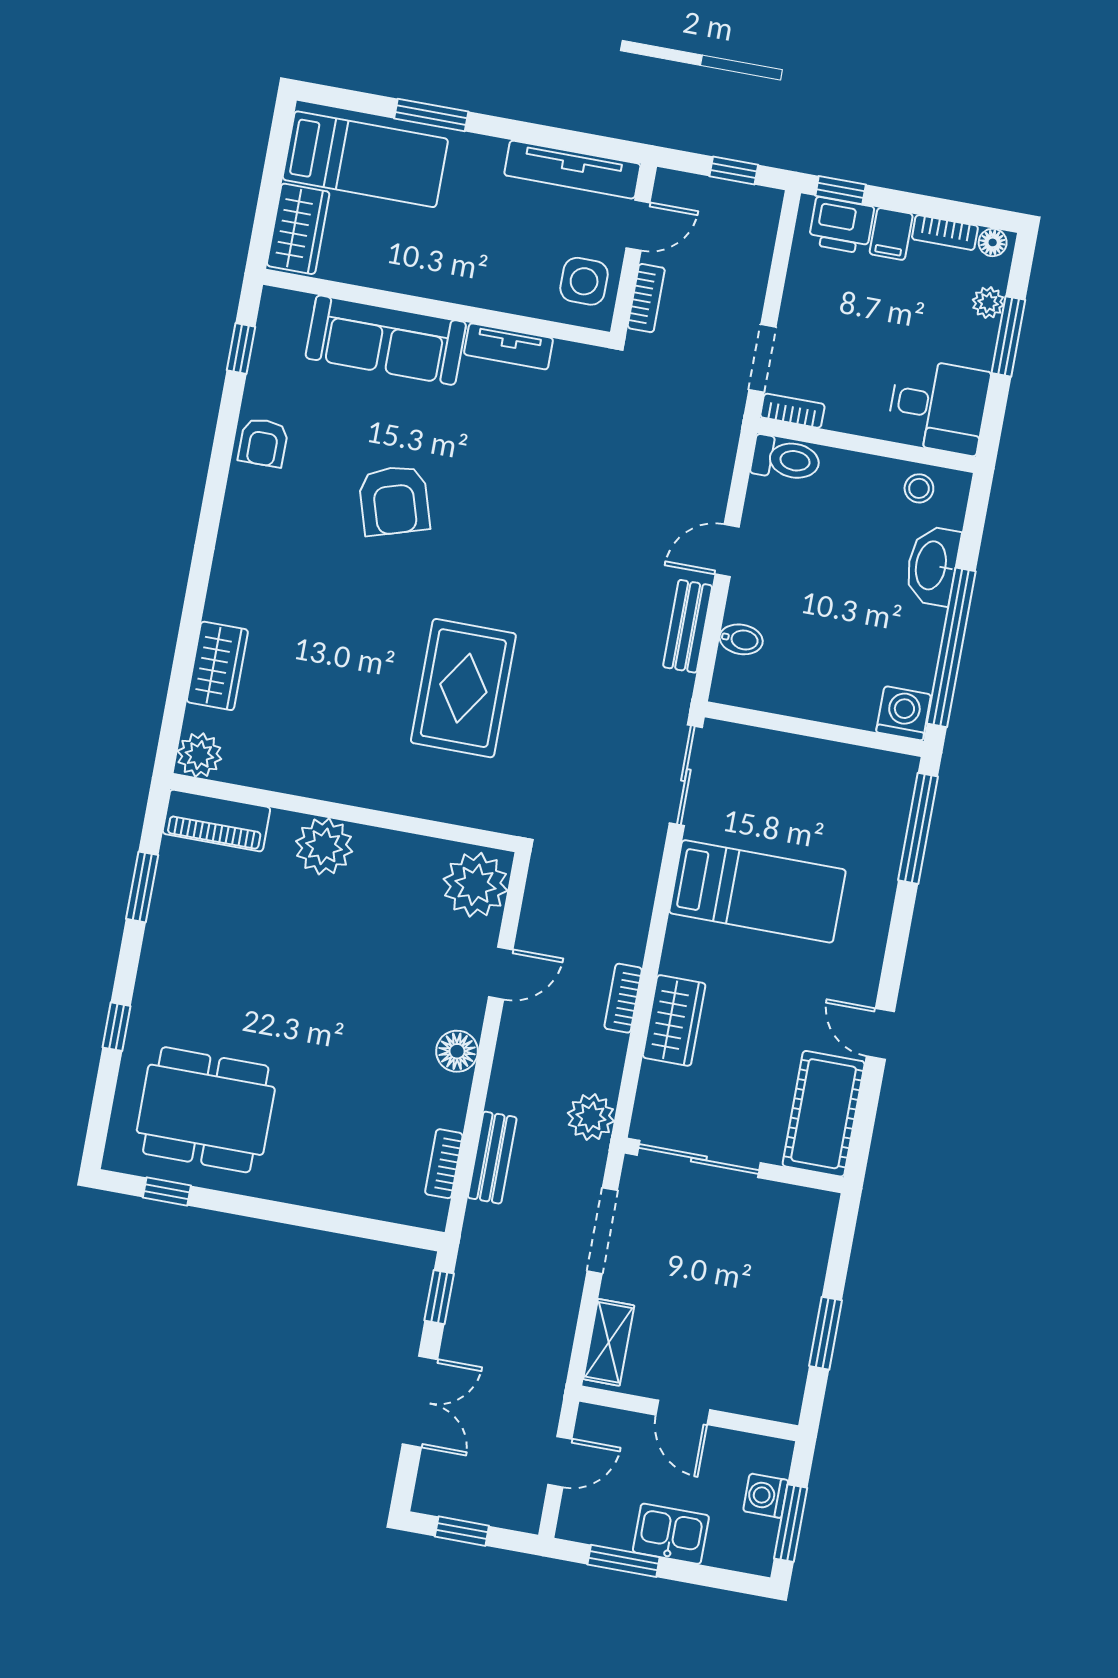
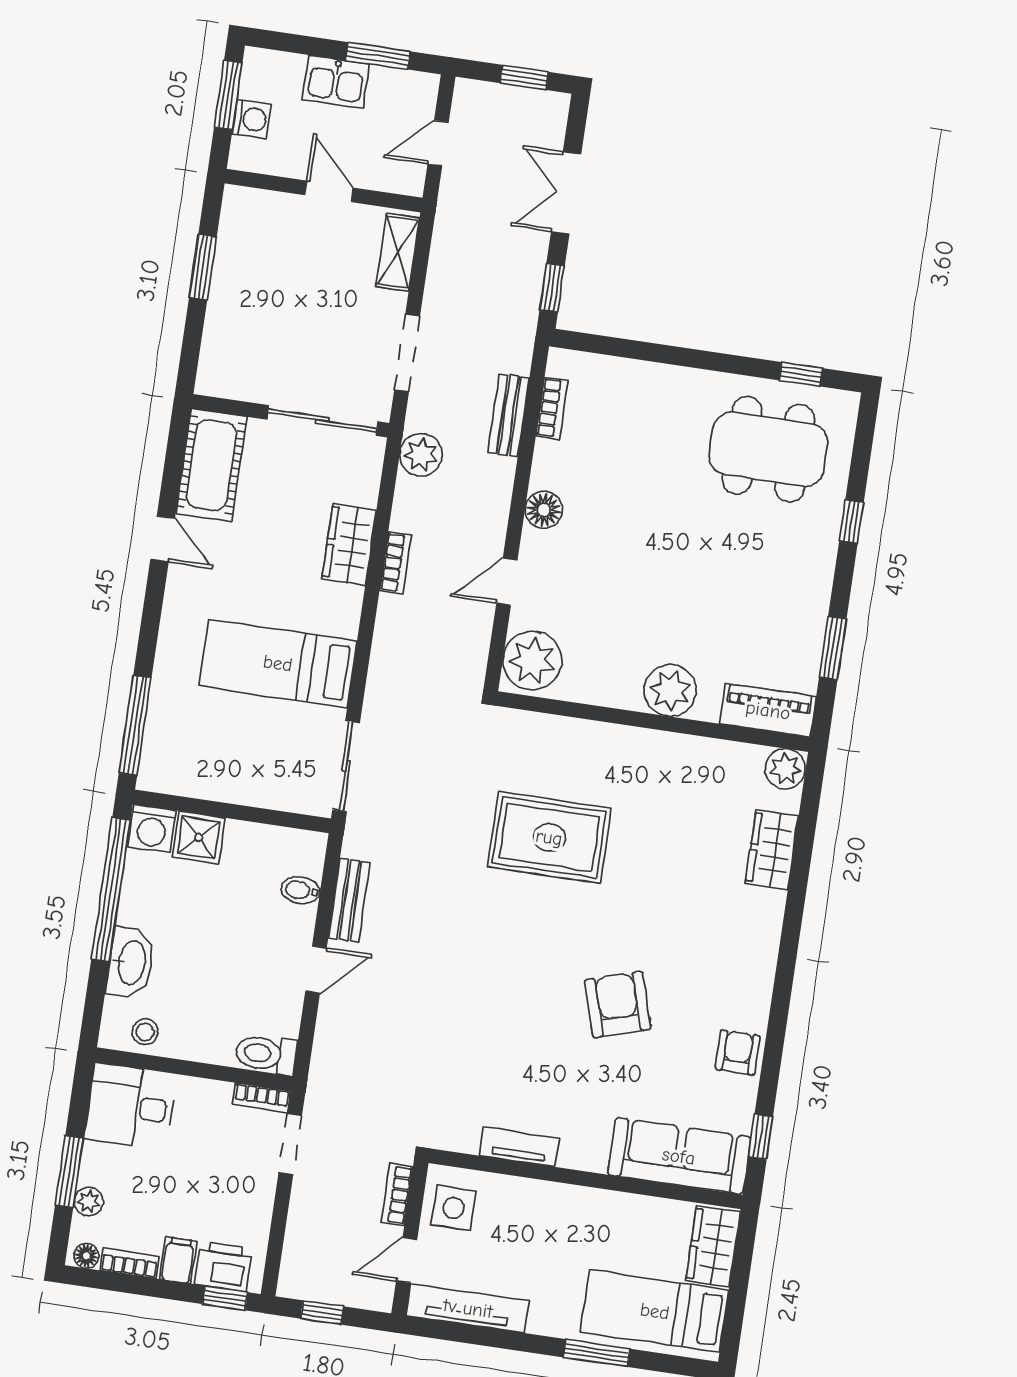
sofa: (386, 340) -> (679, 1156), moved
rug: (463, 688) -> (549, 837), turned 90
shower: (852, 702) -> (199, 838), added

